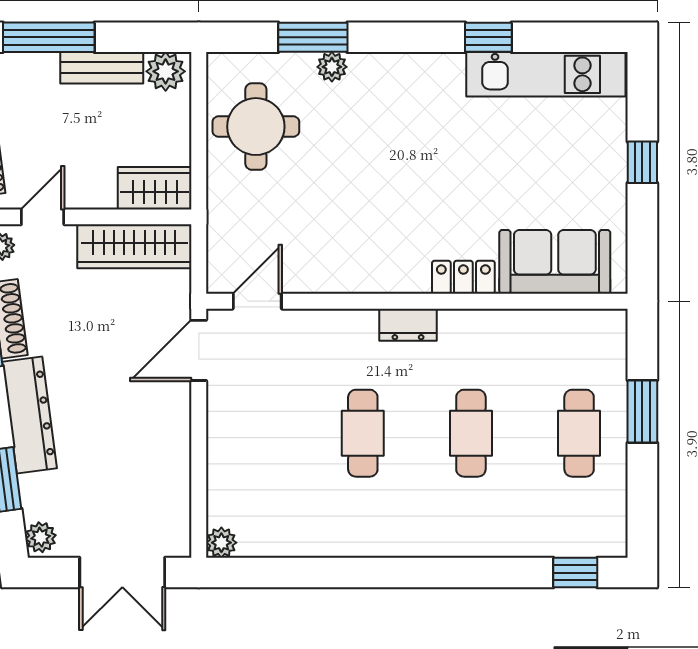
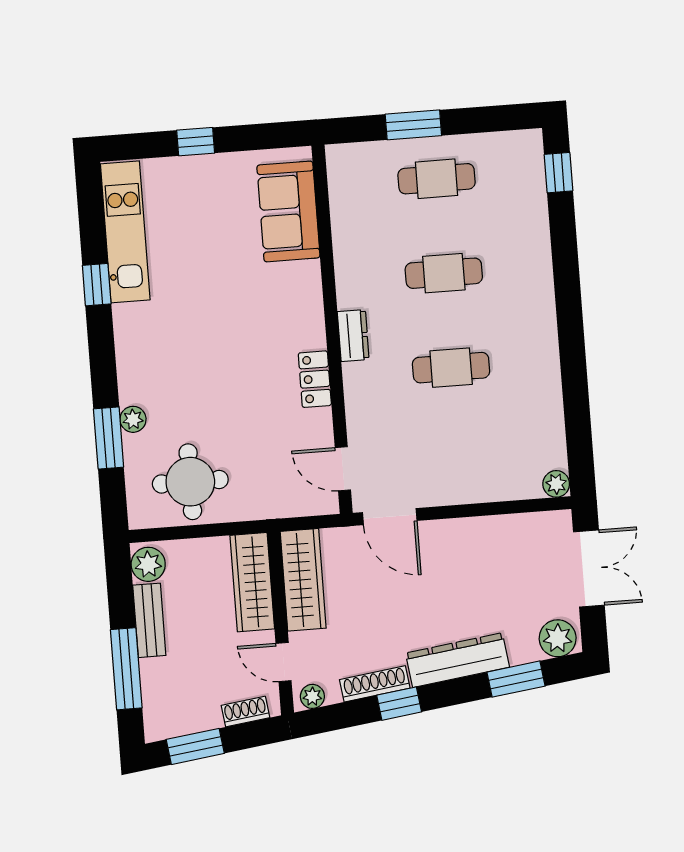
wardrobe: (155, 188) -> (252, 582), width x1.50
locker: (463, 277) -> (315, 379), moved
plant: (41, 537) -> (558, 638), width x1.38, depth x1.38

